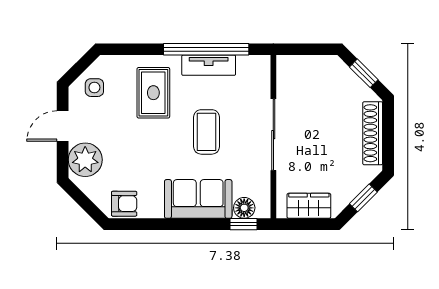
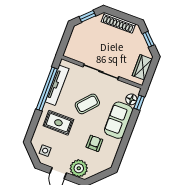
tv unit: (209, 65) -> (57, 85), width x1.41
coffee table: (207, 132) -> (87, 104), turned -48
armchair: (124, 204) -> (94, 143), moved

